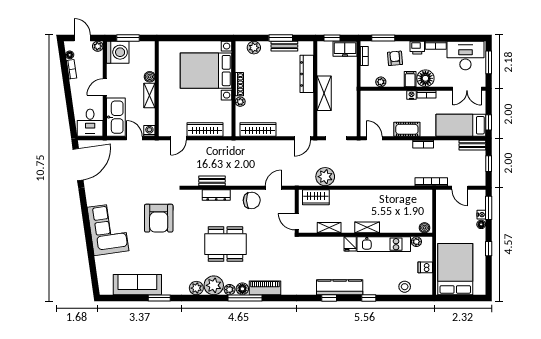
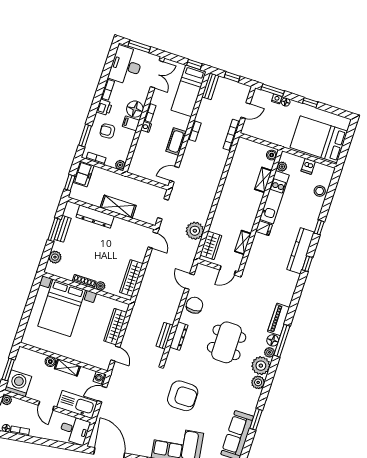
plant: (381, 82) -> (120, 165), moved
shelving: (367, 227) -> (263, 180), moved

